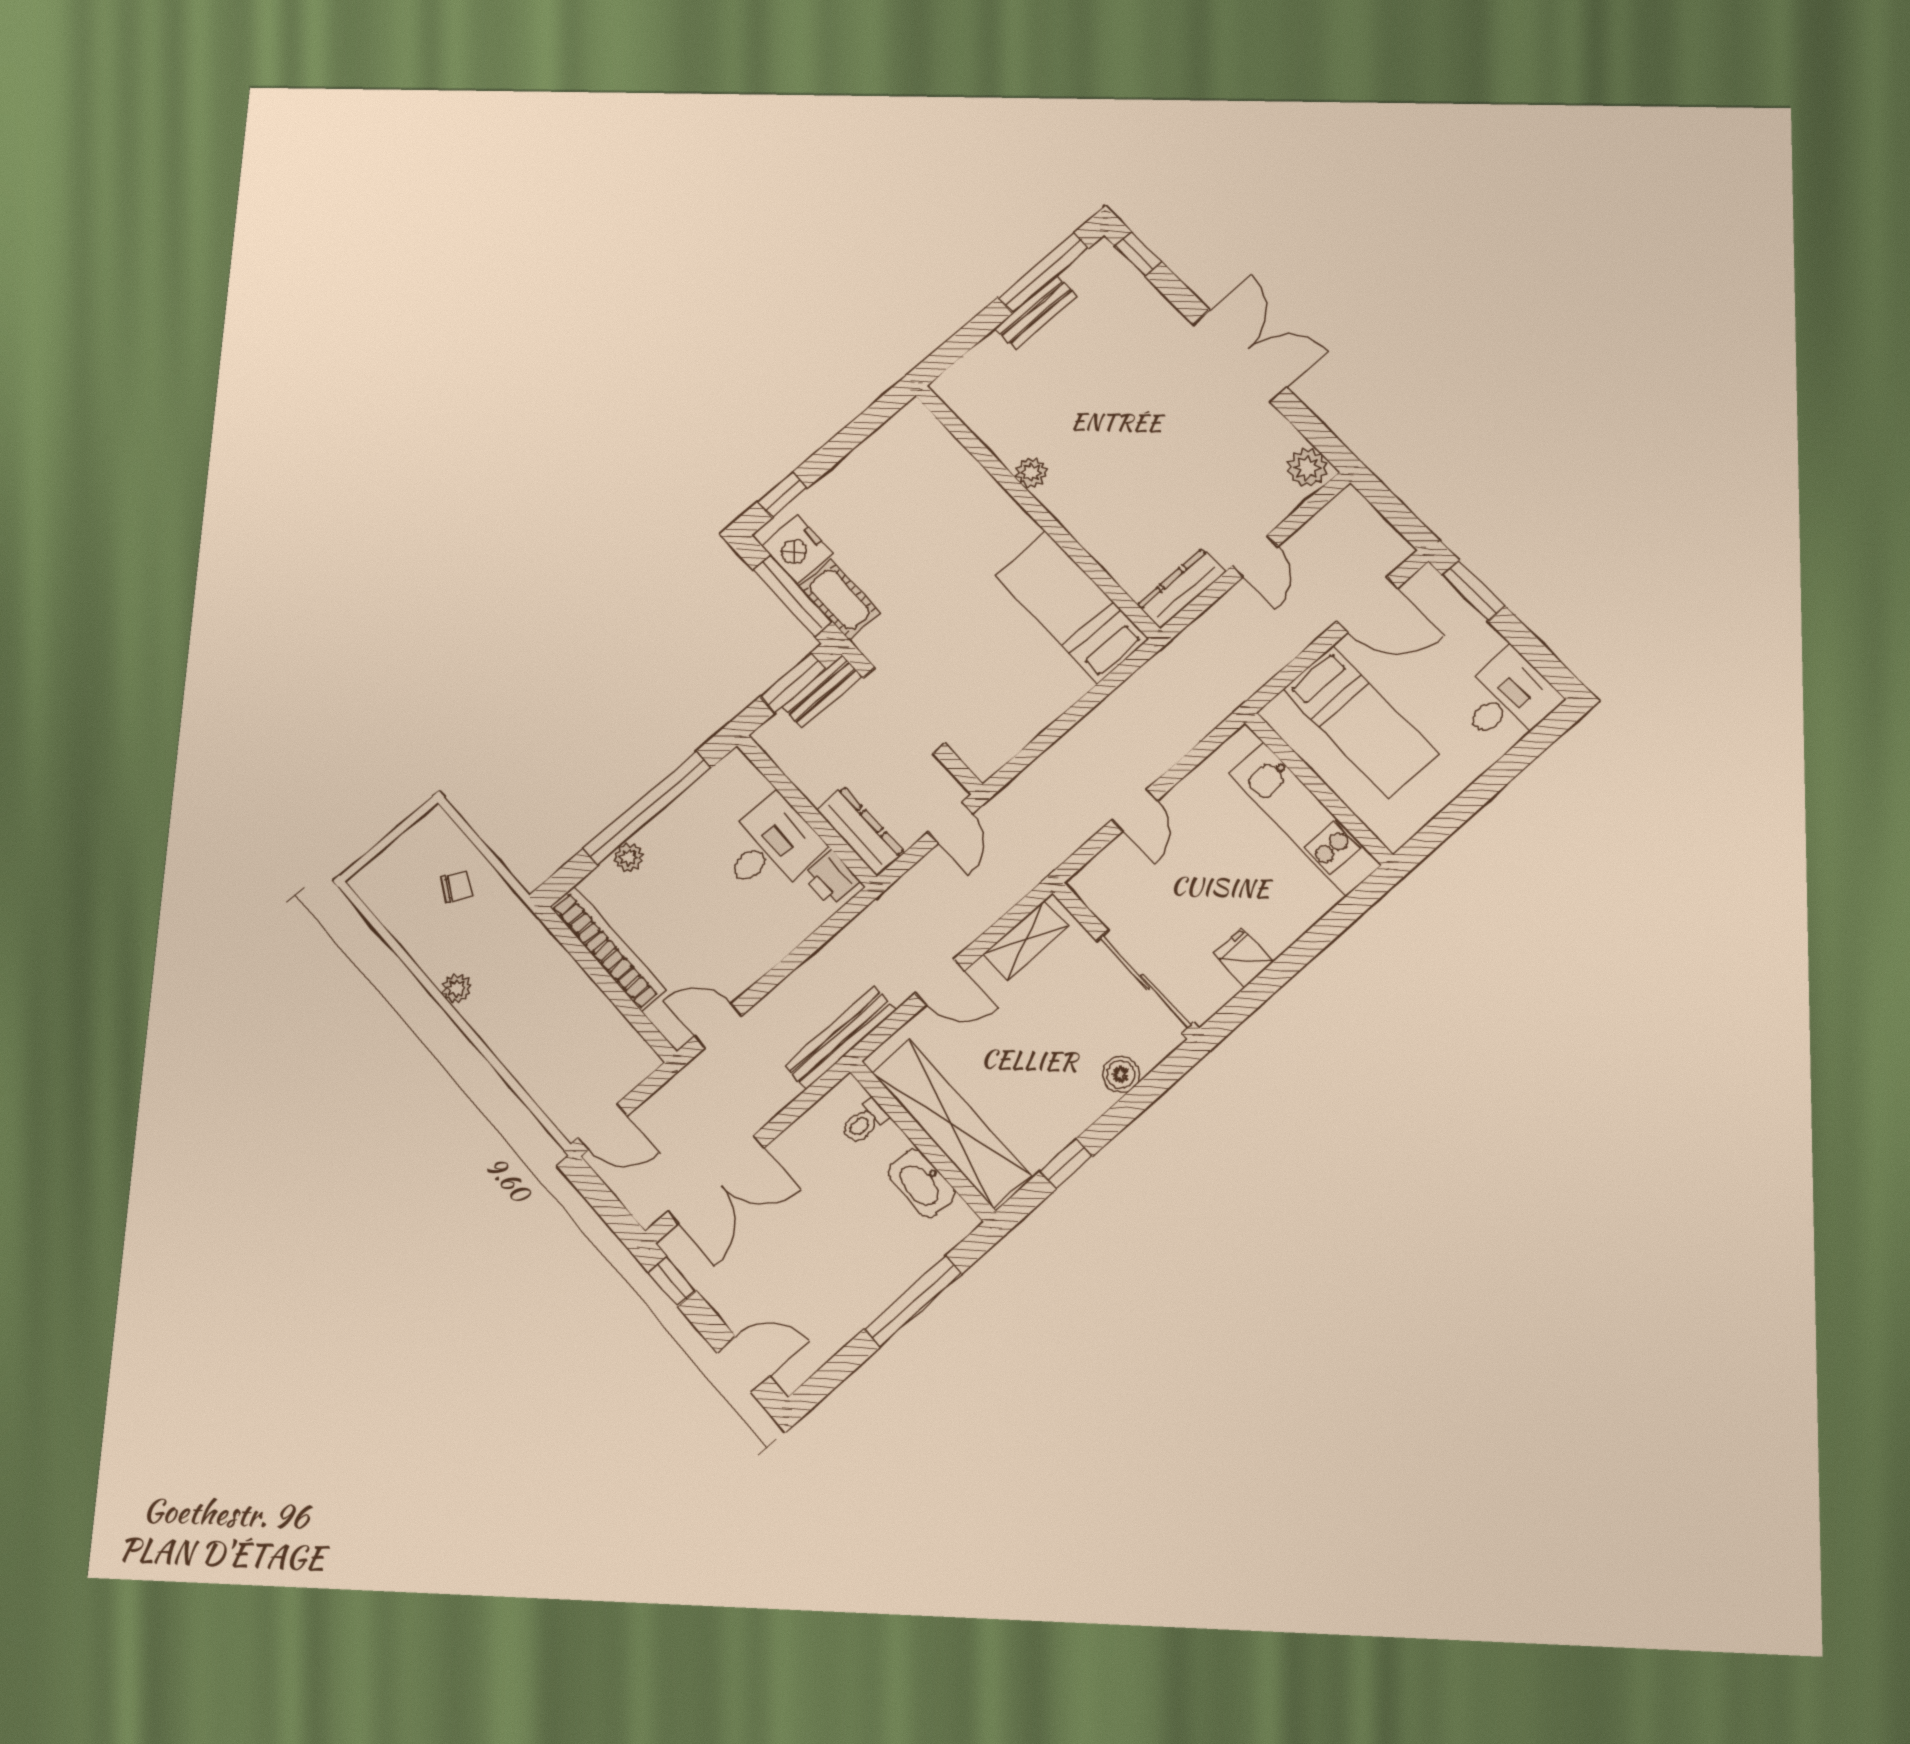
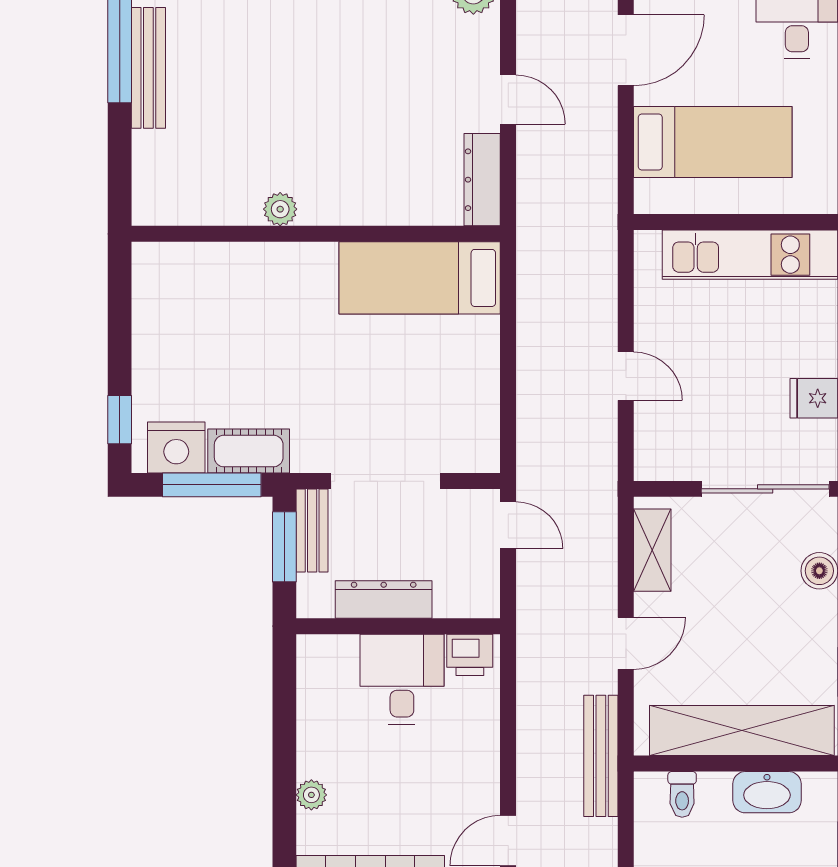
bench: (1036, 312) -> (148, 68), width x1.36
window: (647, 808) -> (284, 747), removed
dresser: (860, 831) -> (384, 599), moved

